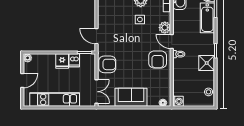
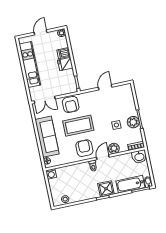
door: (96, 36) -> (105, 87), moved
armchair: (158, 59) -> (84, 148), turned 90
dishwasher: (74, 60) -> (64, 53), moved
coffee table: (132, 61) -> (78, 126), added
shower: (207, 63) -> (106, 189), moved
door: (22, 81) -> (41, 32), swing flipped
sofa: (131, 97) -> (47, 137), width x1.36

